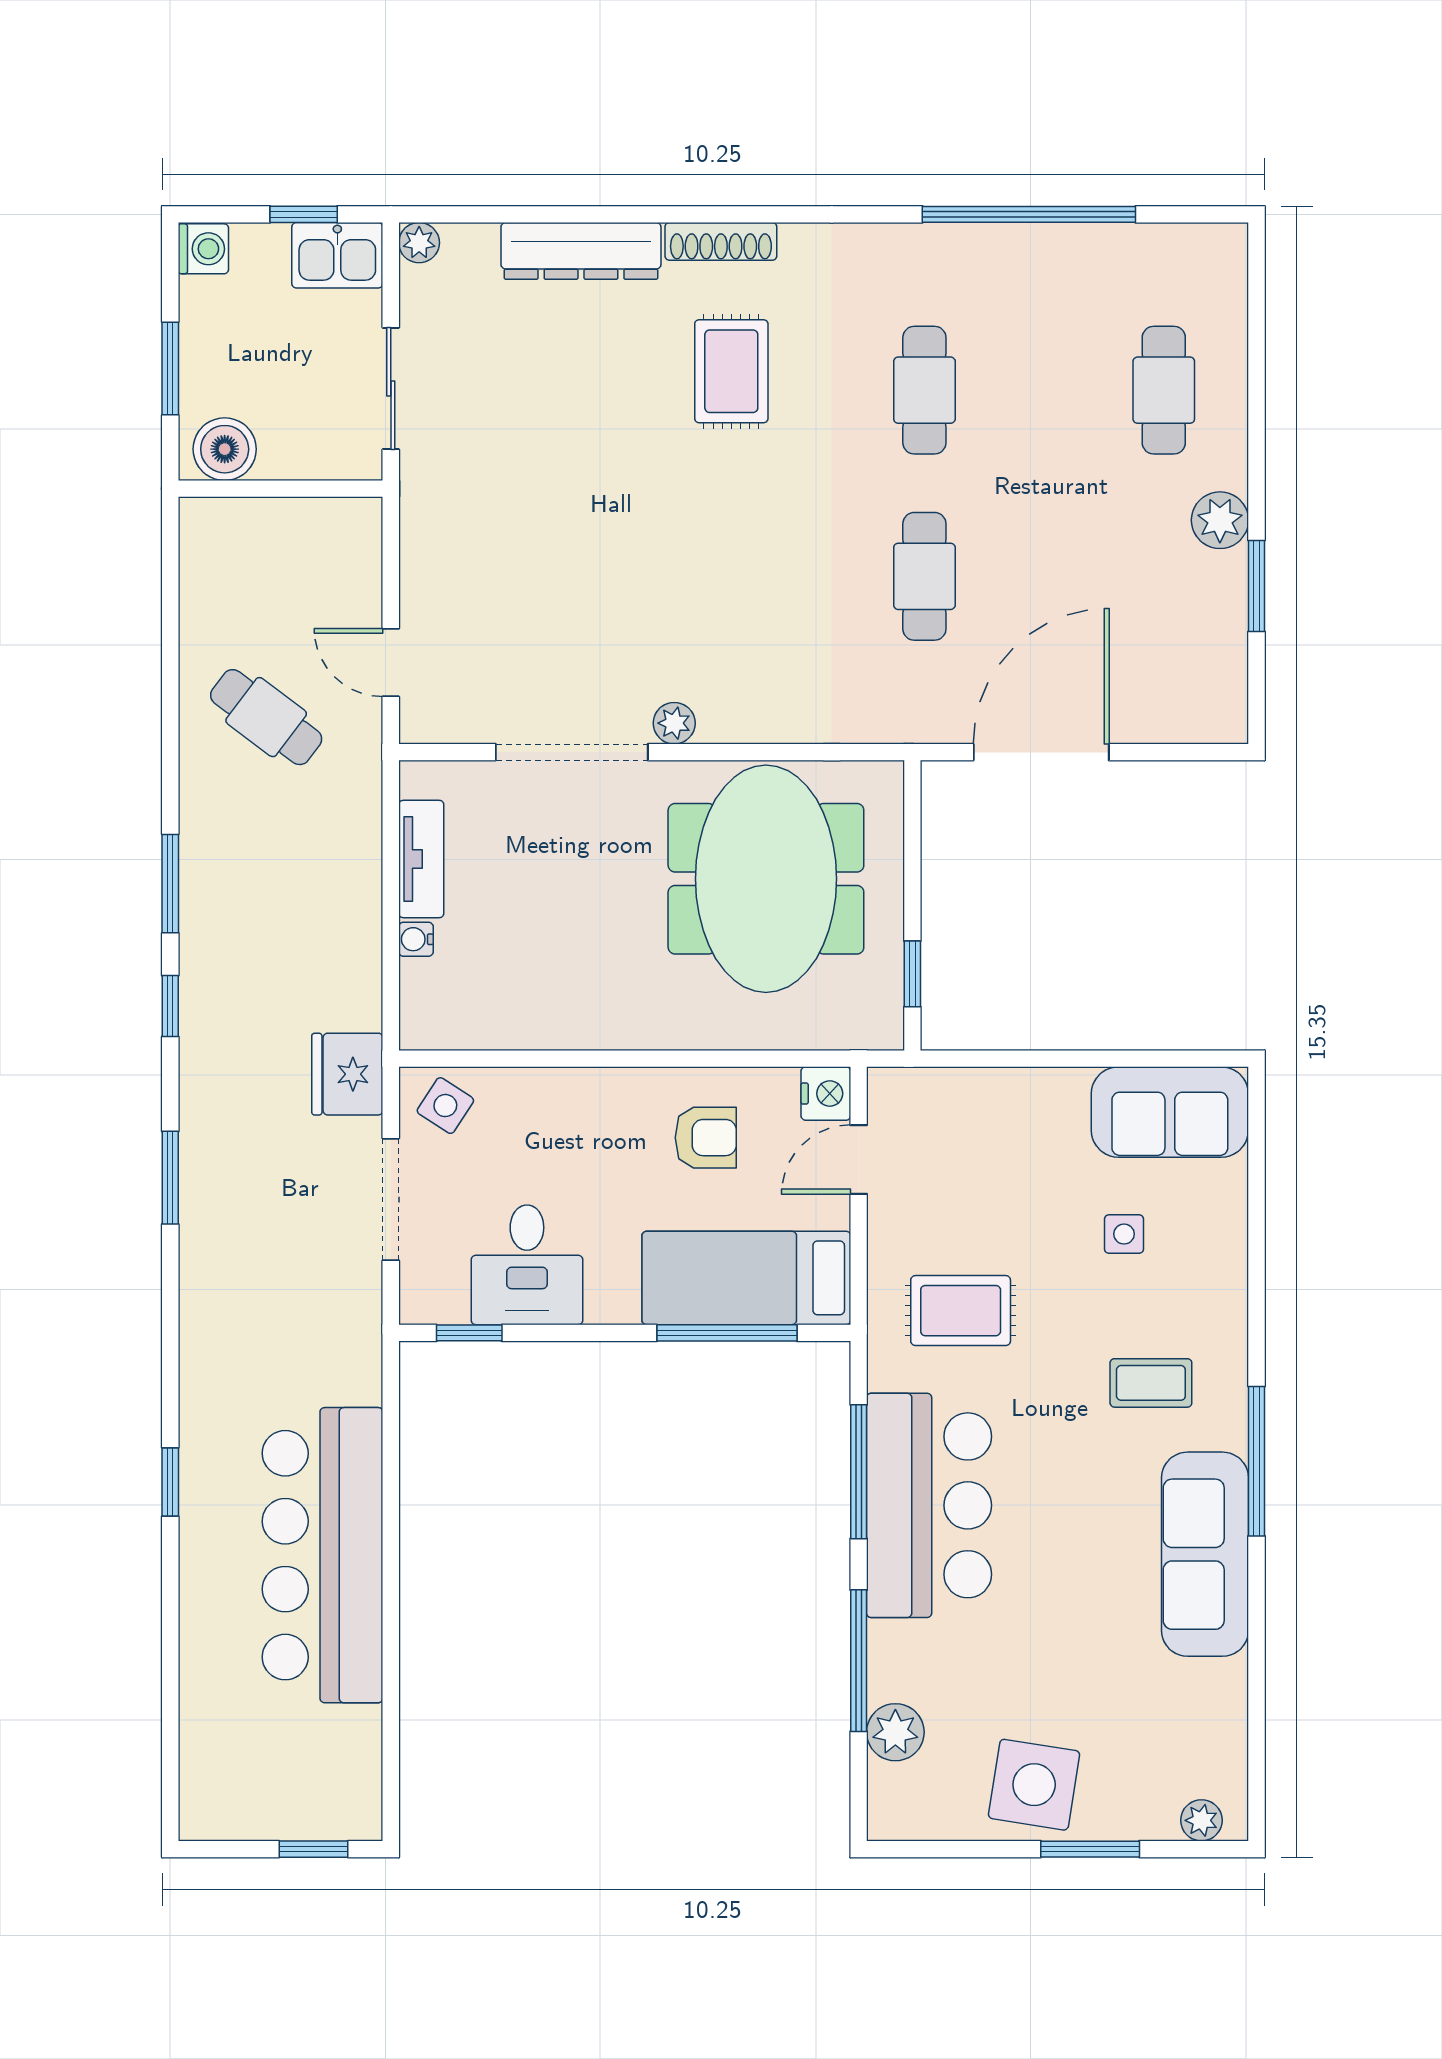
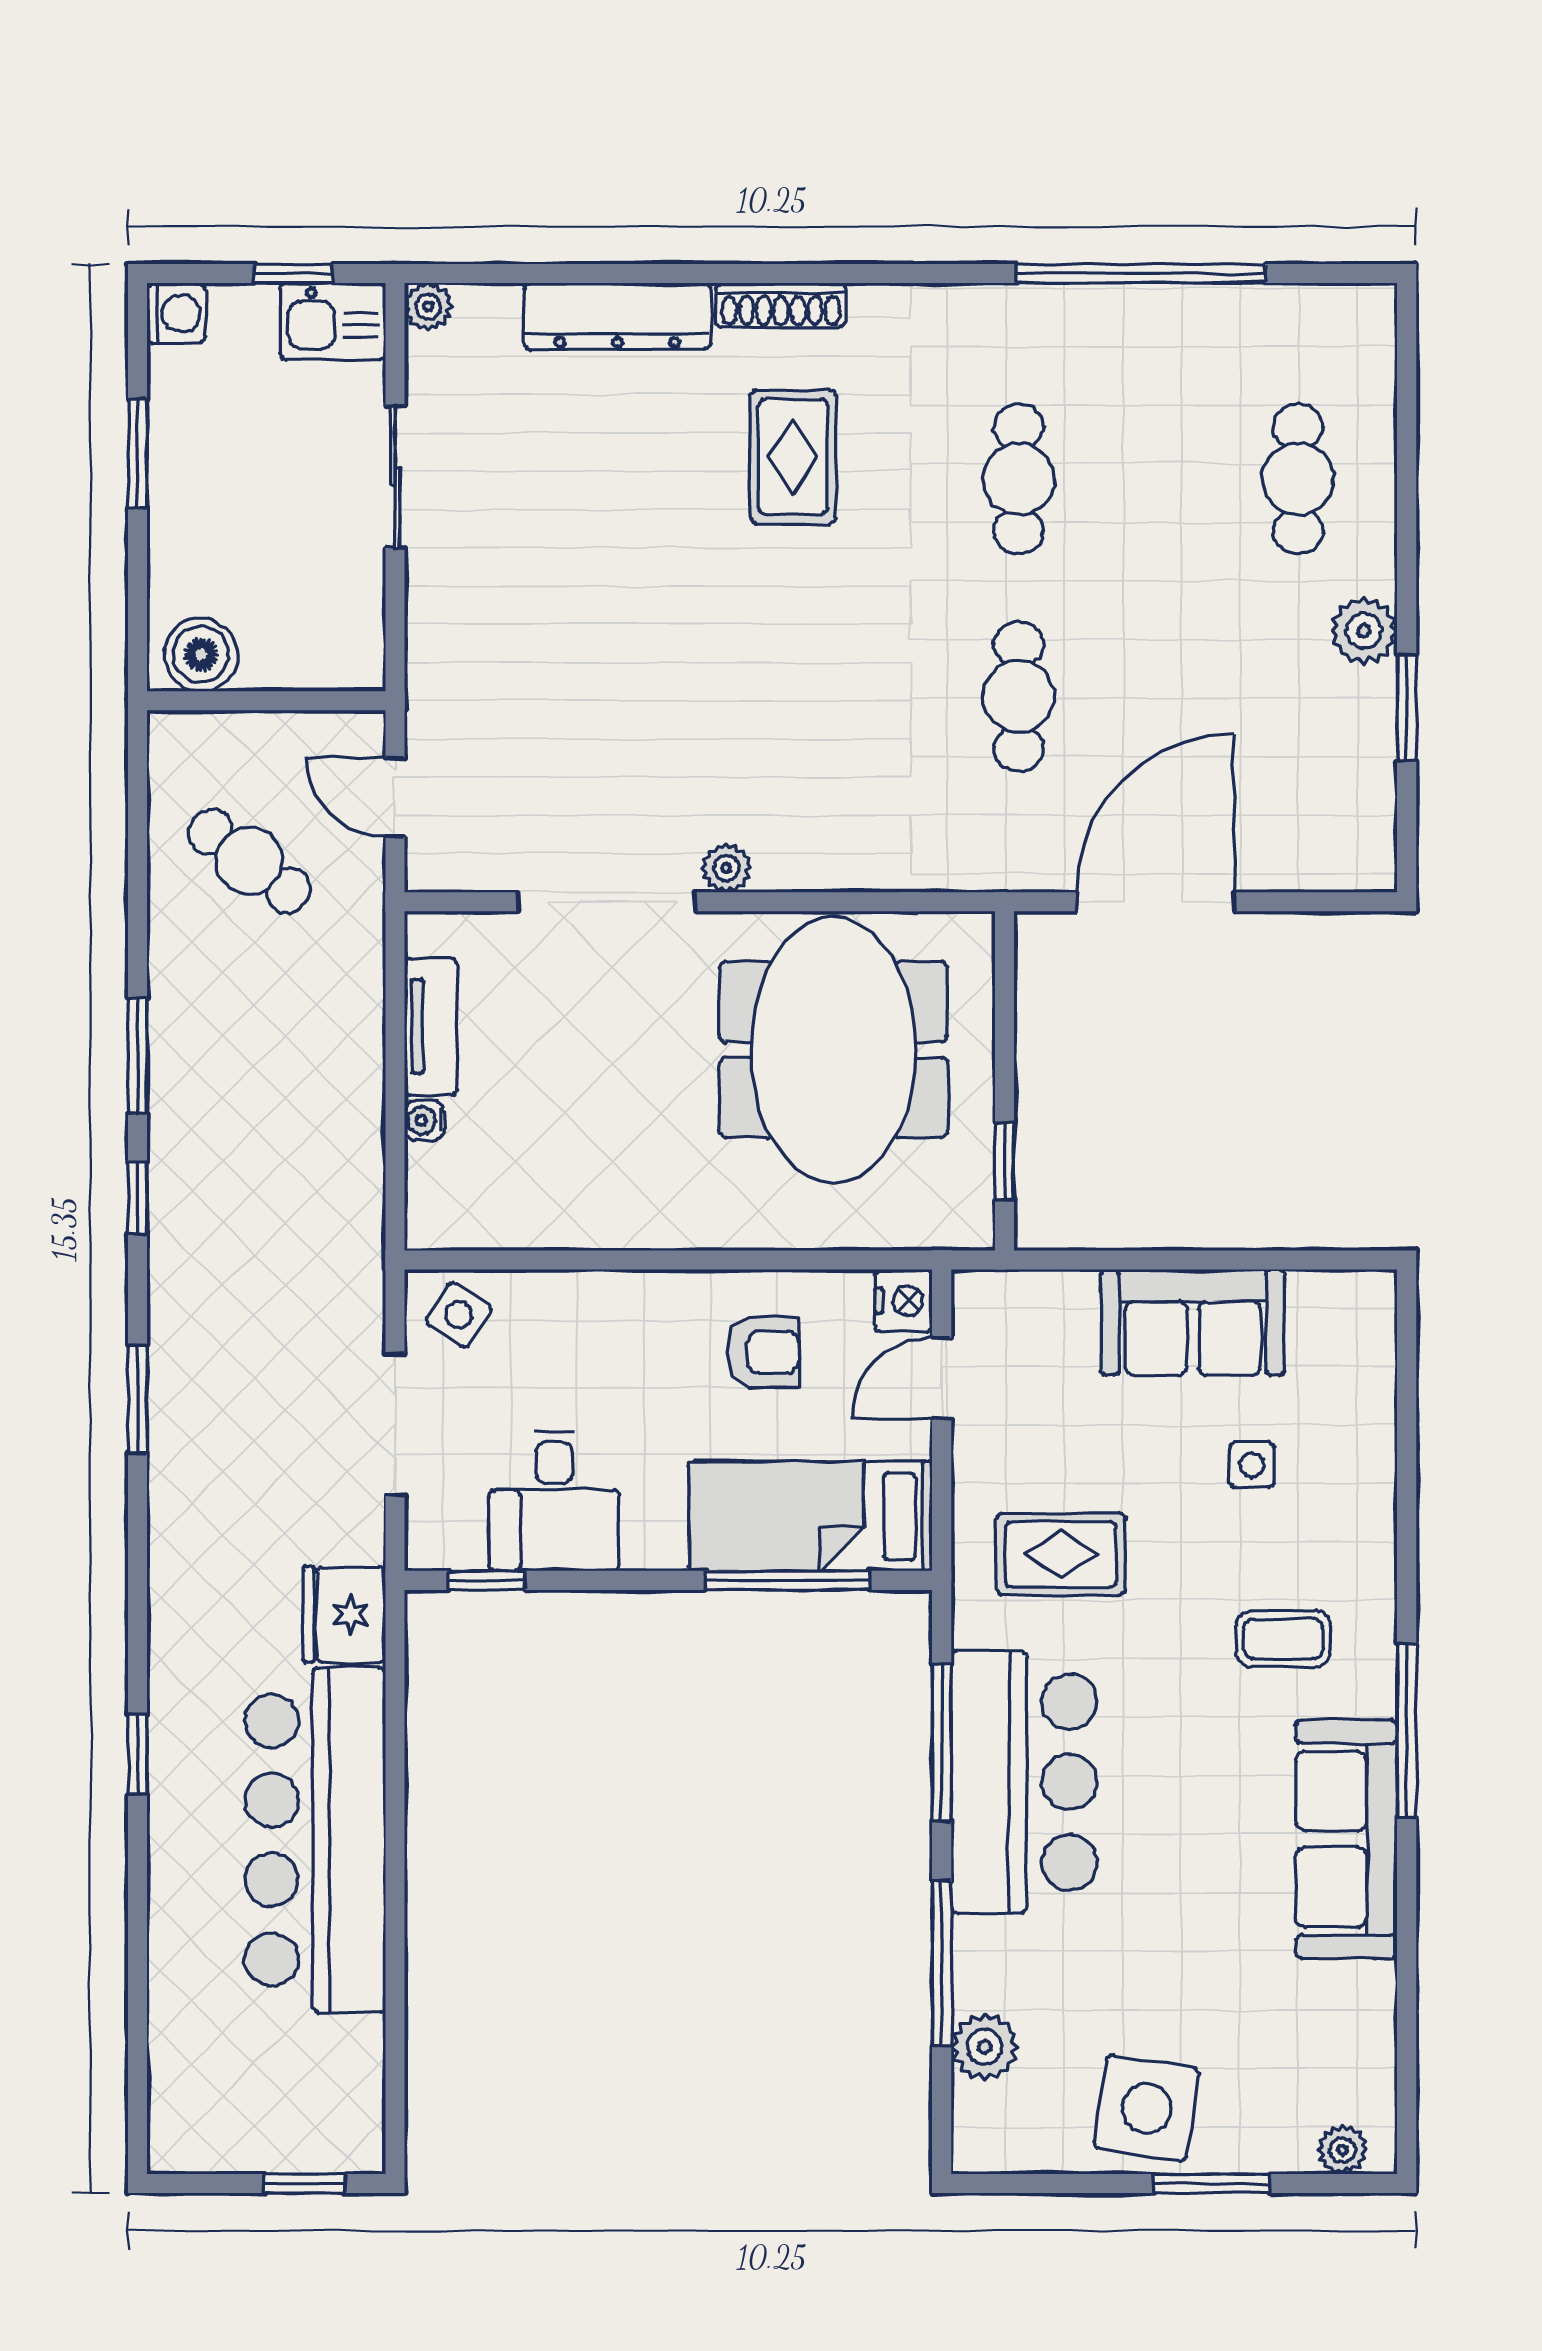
boiler: (225, 449) -> (201, 655), moved
wall: (281, 489) -> (266, 701), moved
fridge: (347, 1074) -> (344, 1614), moved
sofa: (1170, 1112) -> (1193, 1322), moved

